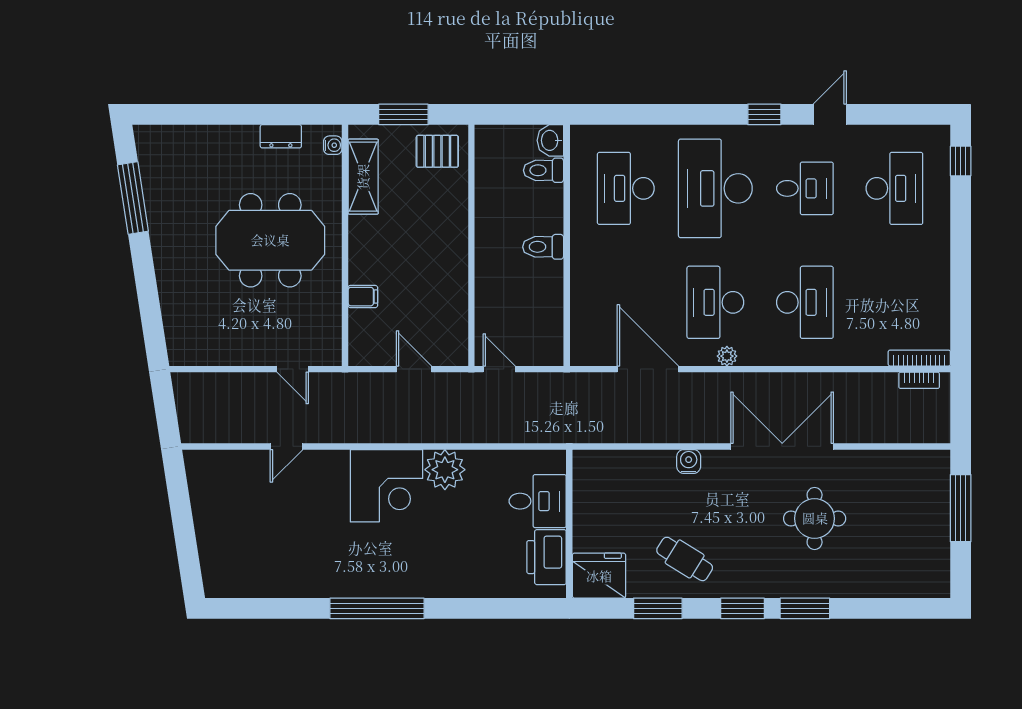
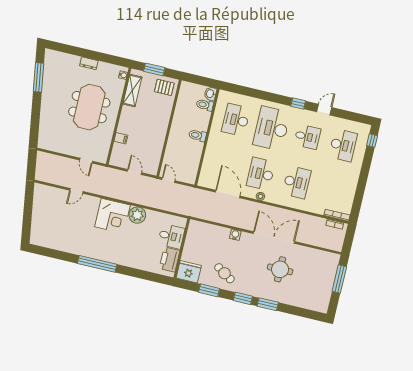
dresser: (281, 136) -> (89, 63), moved
meeting table: (270, 240) -> (89, 107), turned 90

